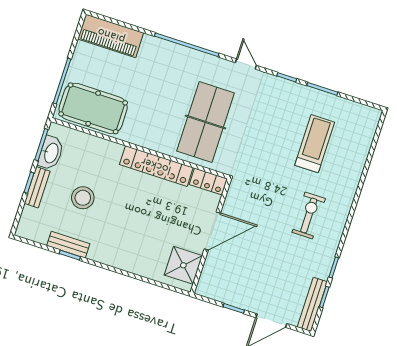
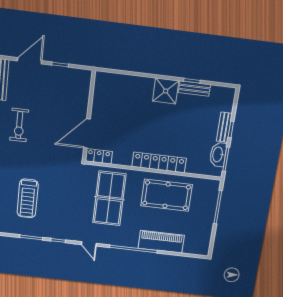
piano: (111, 36) -> (161, 242), moved
pool table: (93, 108) -> (167, 195), moved
locker: (156, 166) -> (159, 162), moved
stool: (83, 198) -> (189, 126), removed
exercise bike: (309, 215) -> (19, 125), moved
door: (212, 231) -> (87, 133), moved
shower: (183, 265) -> (166, 91), moved

